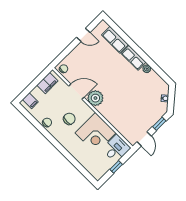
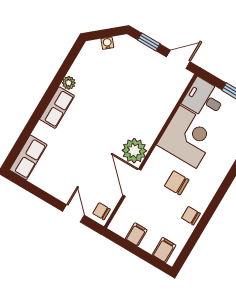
door: (83, 35) -> (73, 213), moved
row of seats: (115, 40) -> (28, 157), moved
filing cabinet: (47, 83) -> (136, 234), width x0.50

